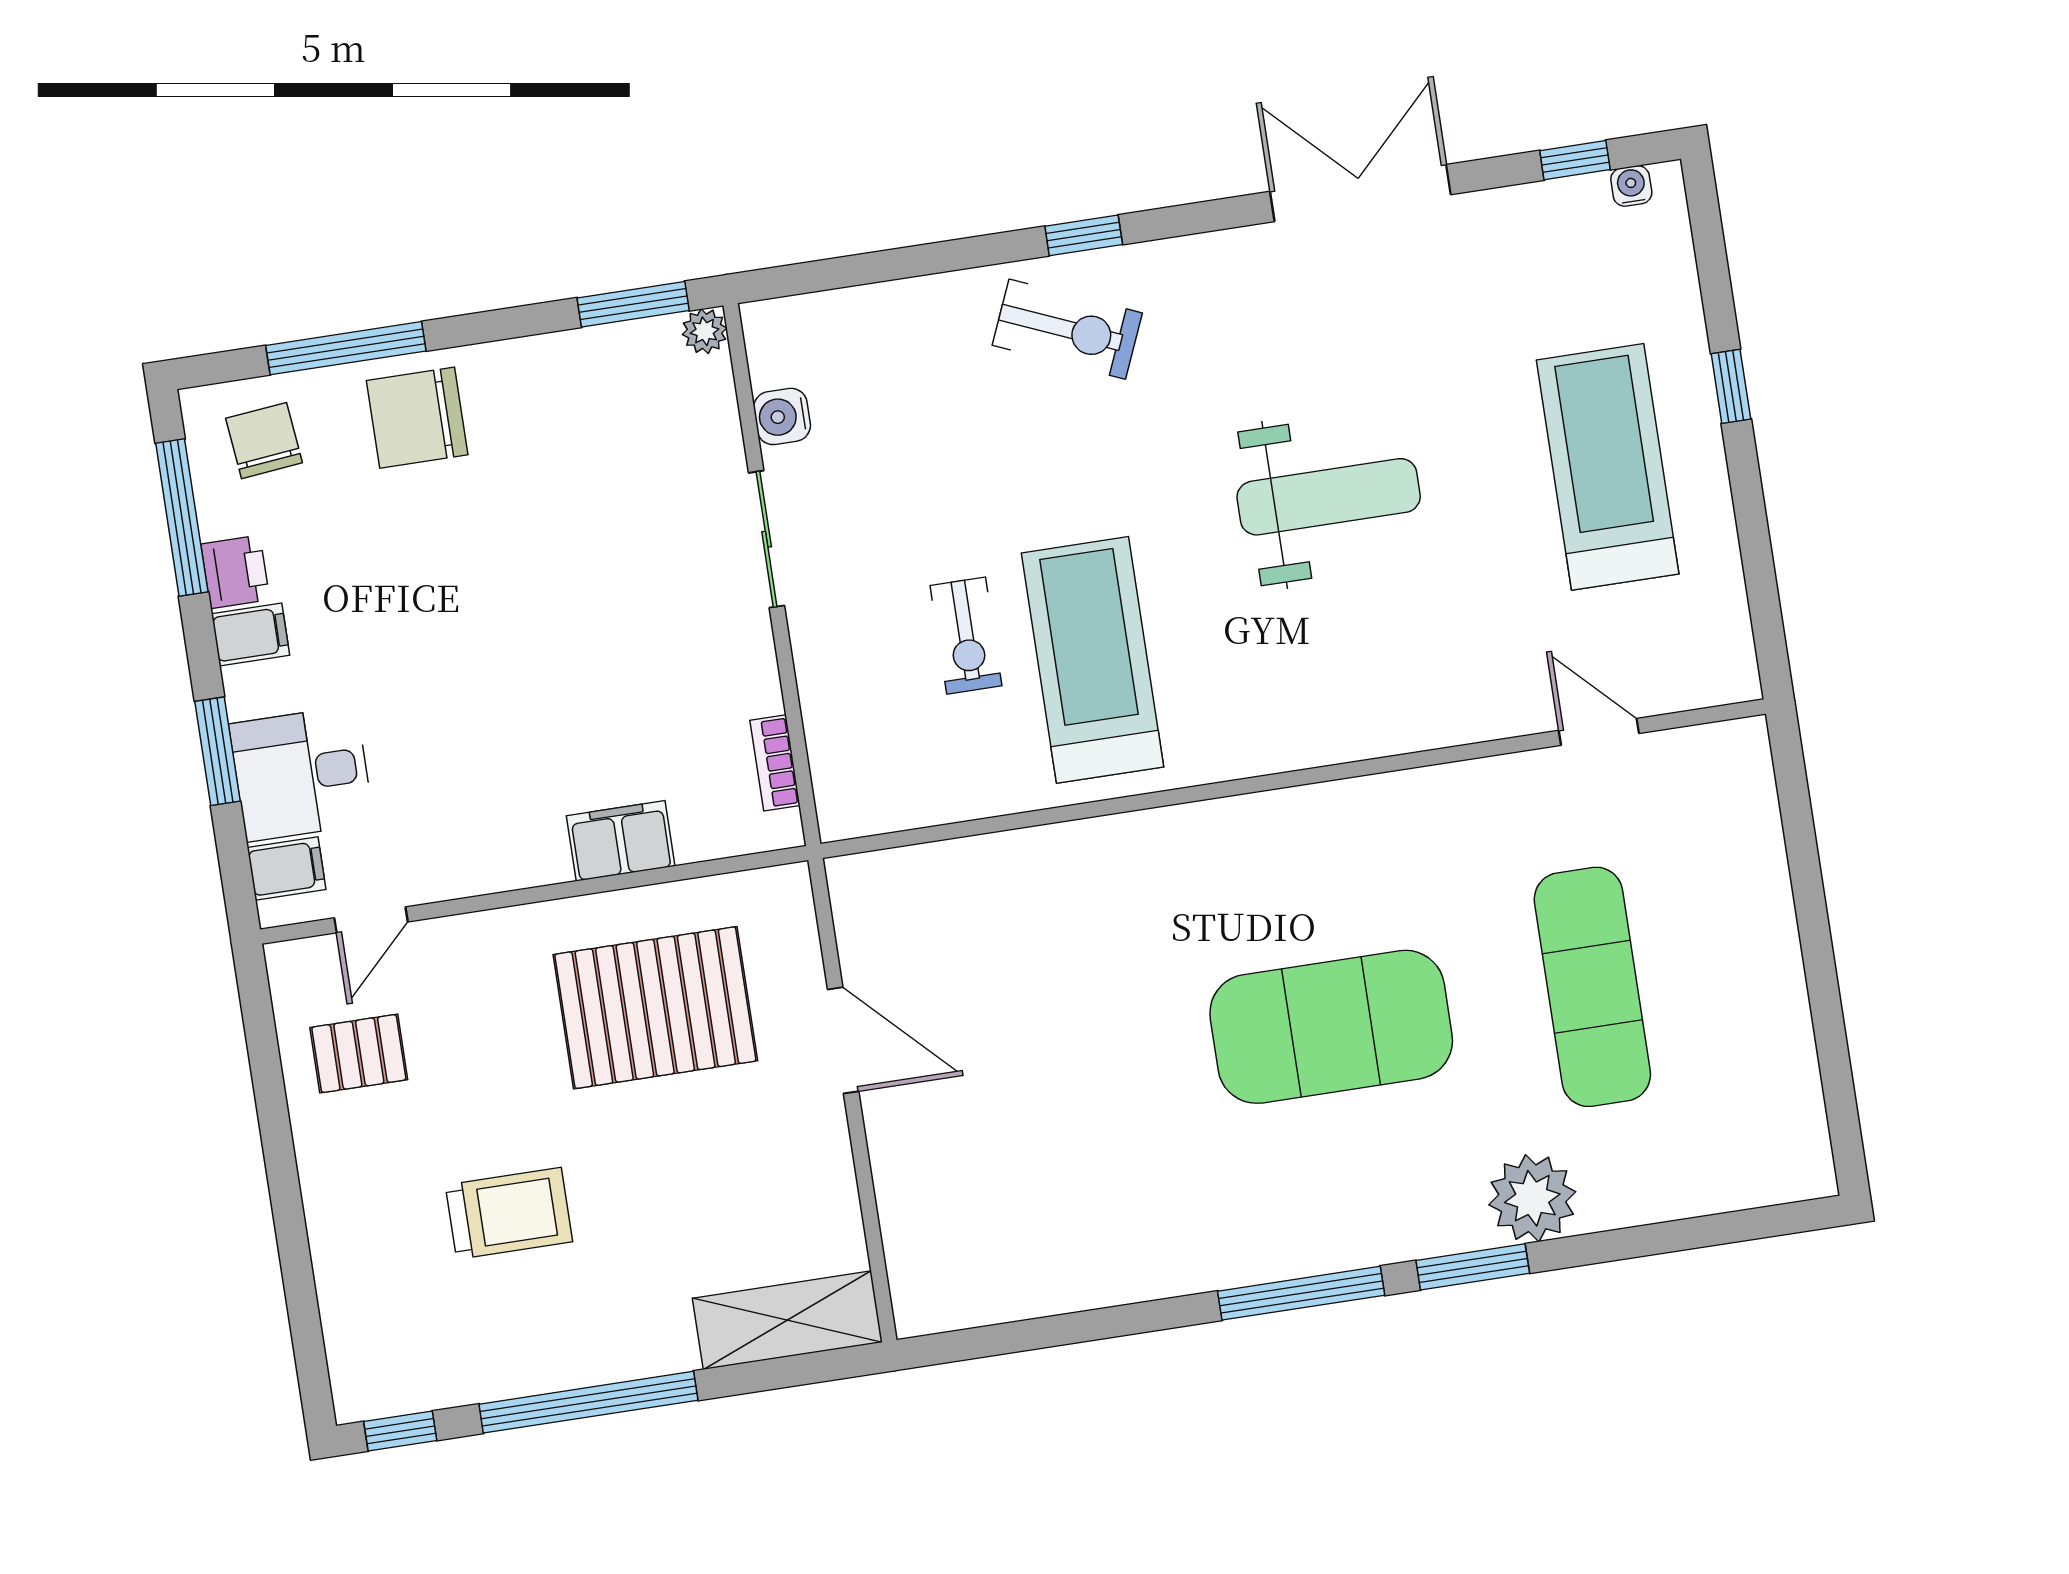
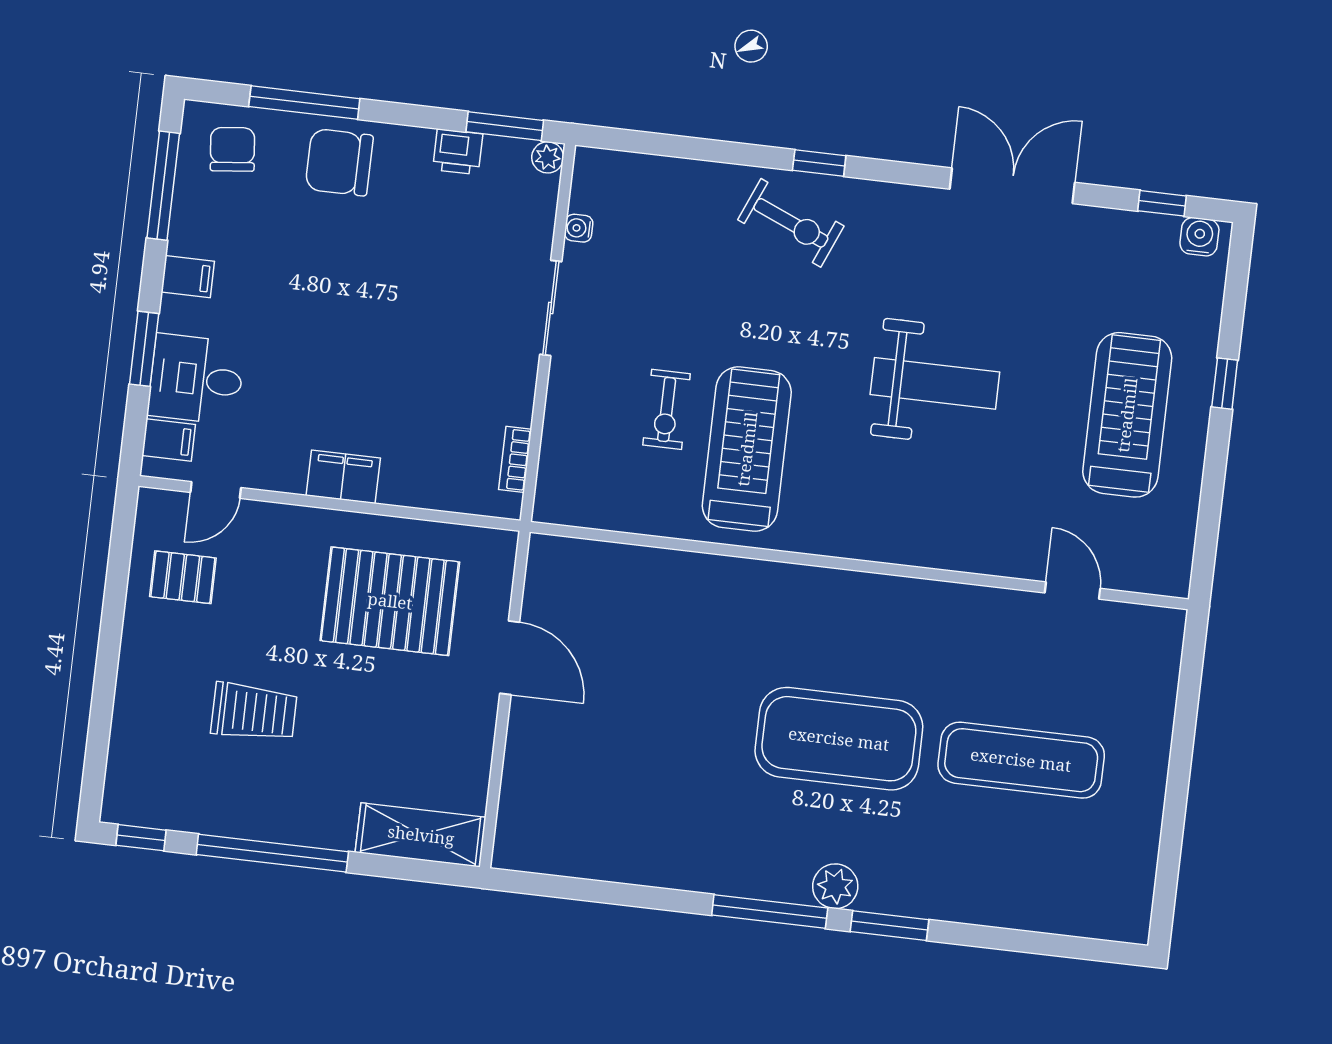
water cooler: (1631, 186) -> (1199, 237), width x1.38, depth x1.38
water cooler: (782, 416) -> (579, 228), width x0.72, depth x0.72
printer: (235, 572) -> (458, 152), moved, turned 90
filing cabinet: (621, 841) -> (343, 477), moved
exercise mat: (1592, 987) -> (1021, 760), turned 90
plant: (1532, 1198) -> (835, 886), moved, width x0.73, depth x0.73

